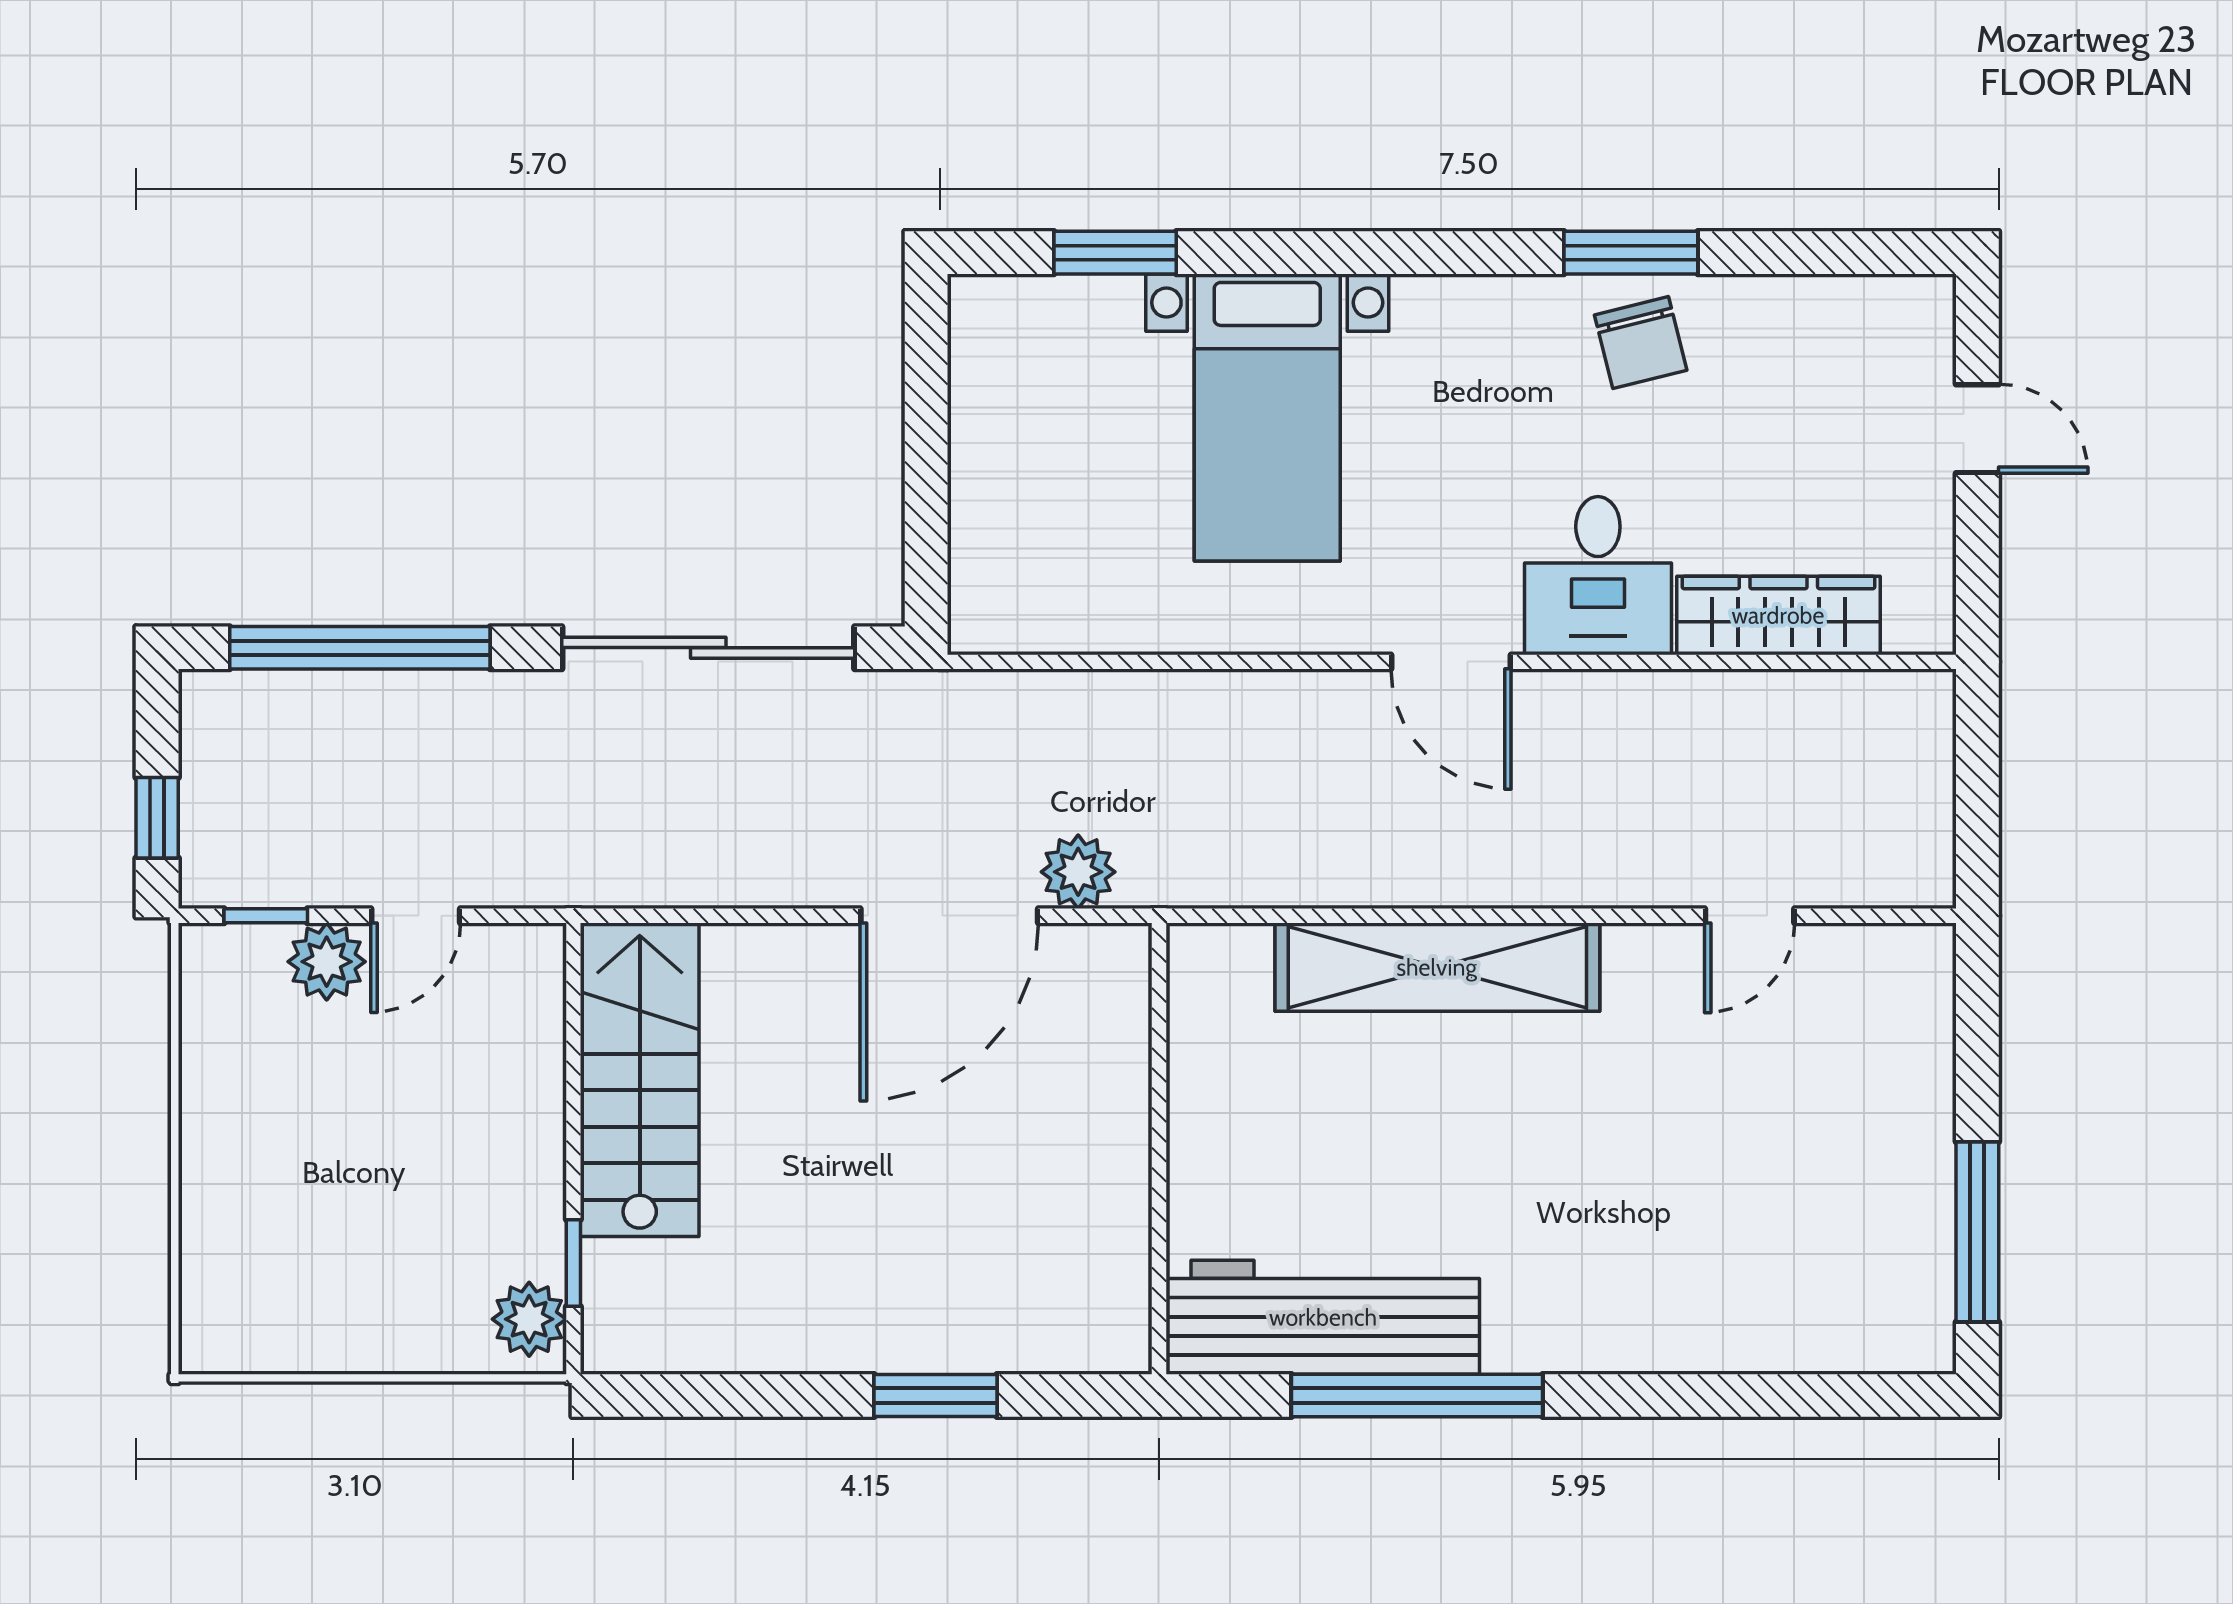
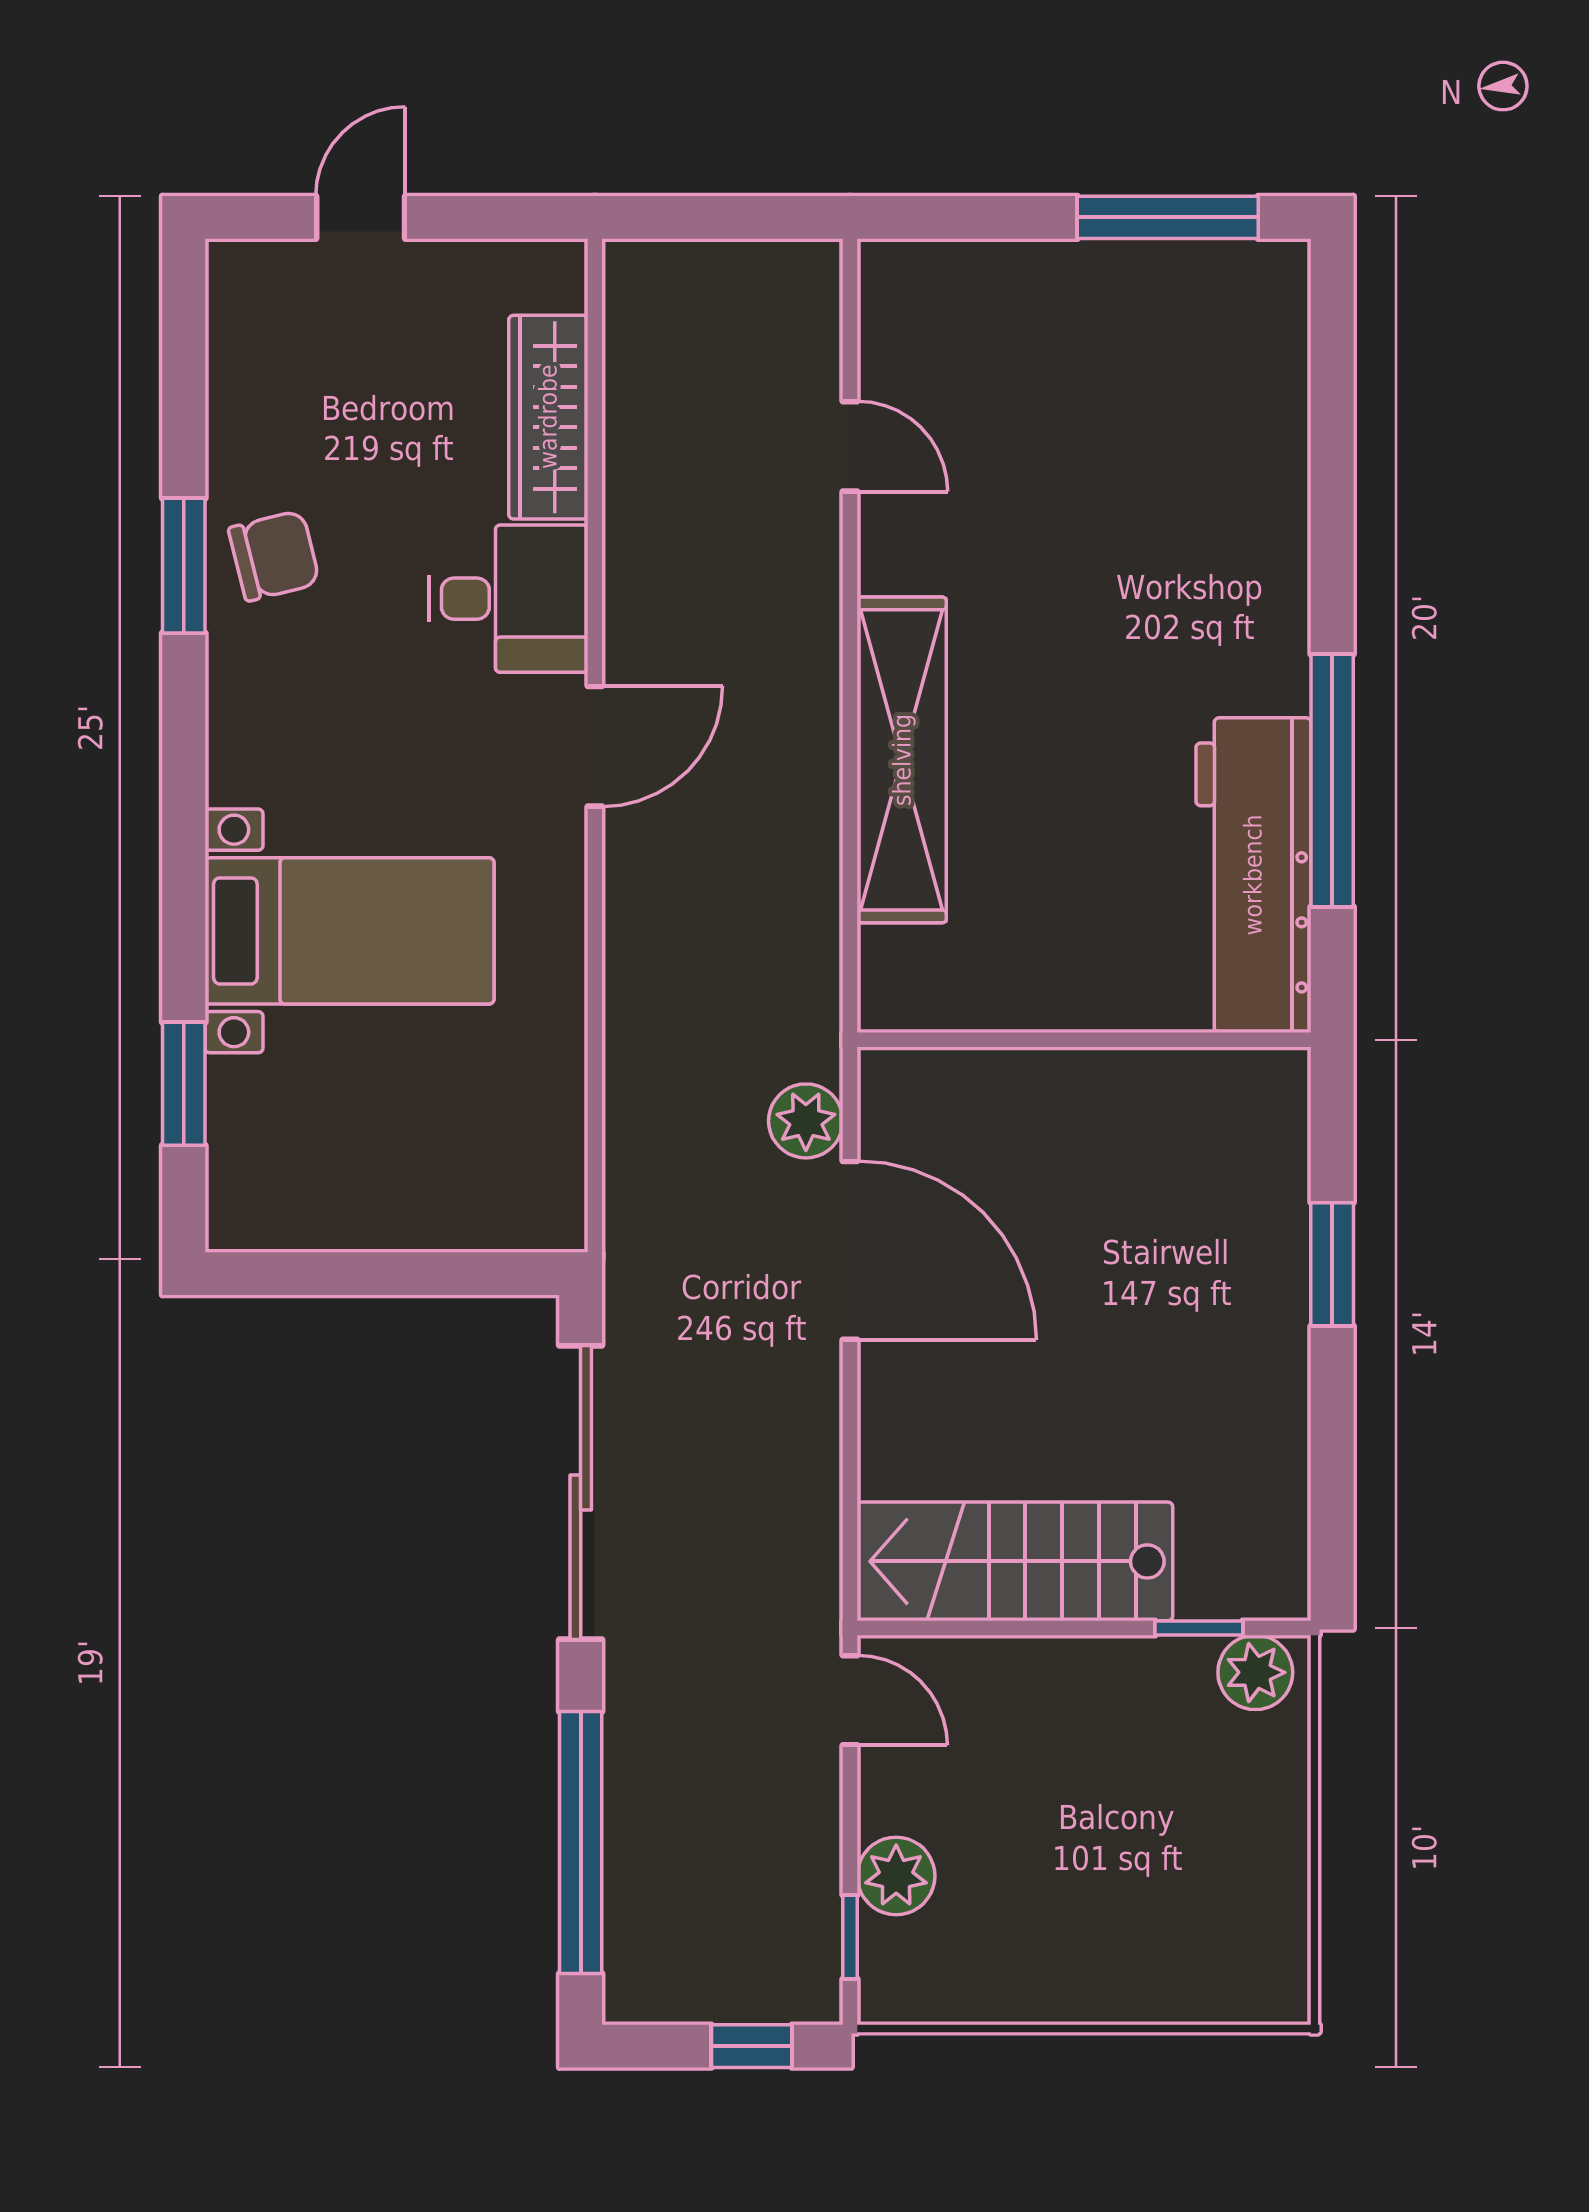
door: (416, 916) -> (850, 1700), moved

